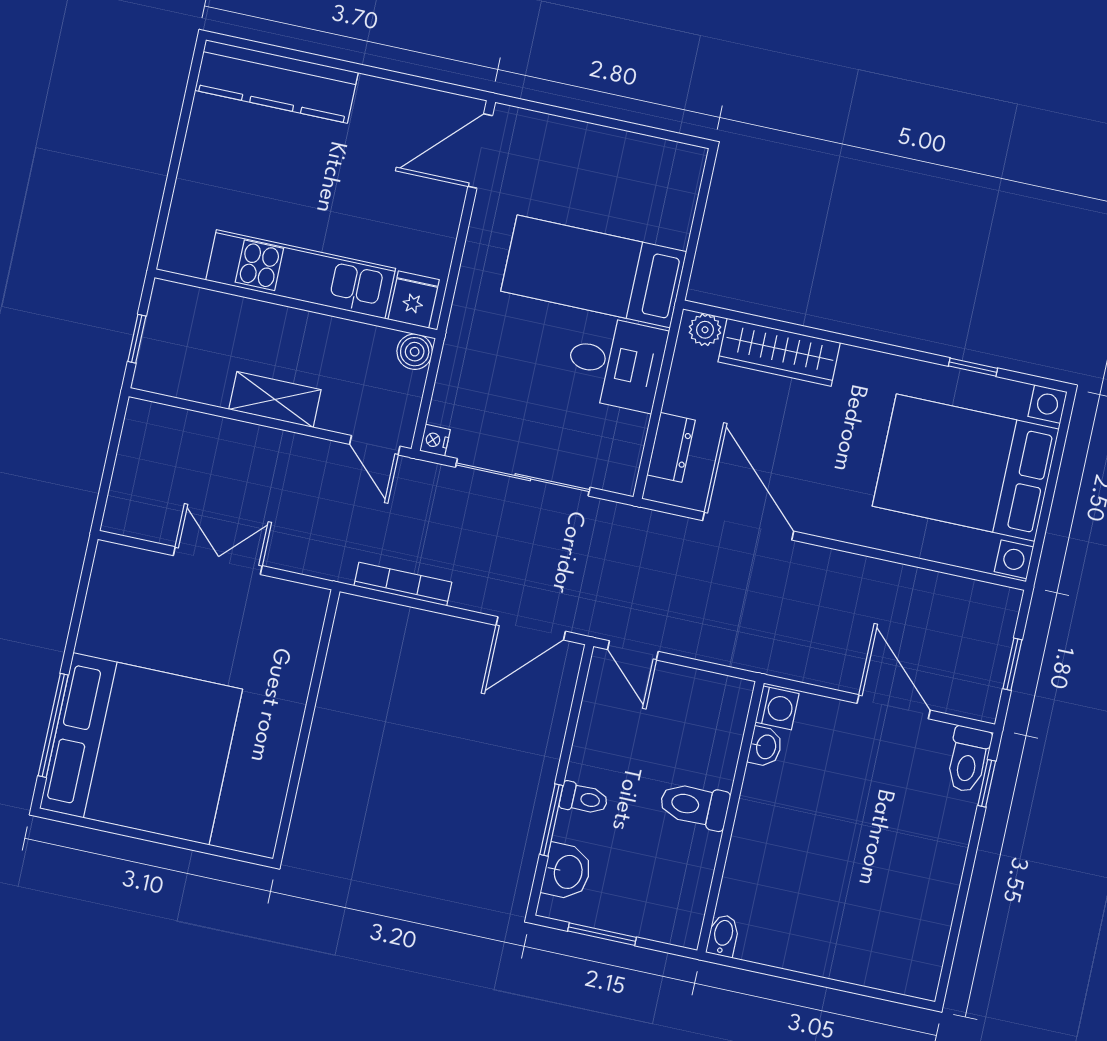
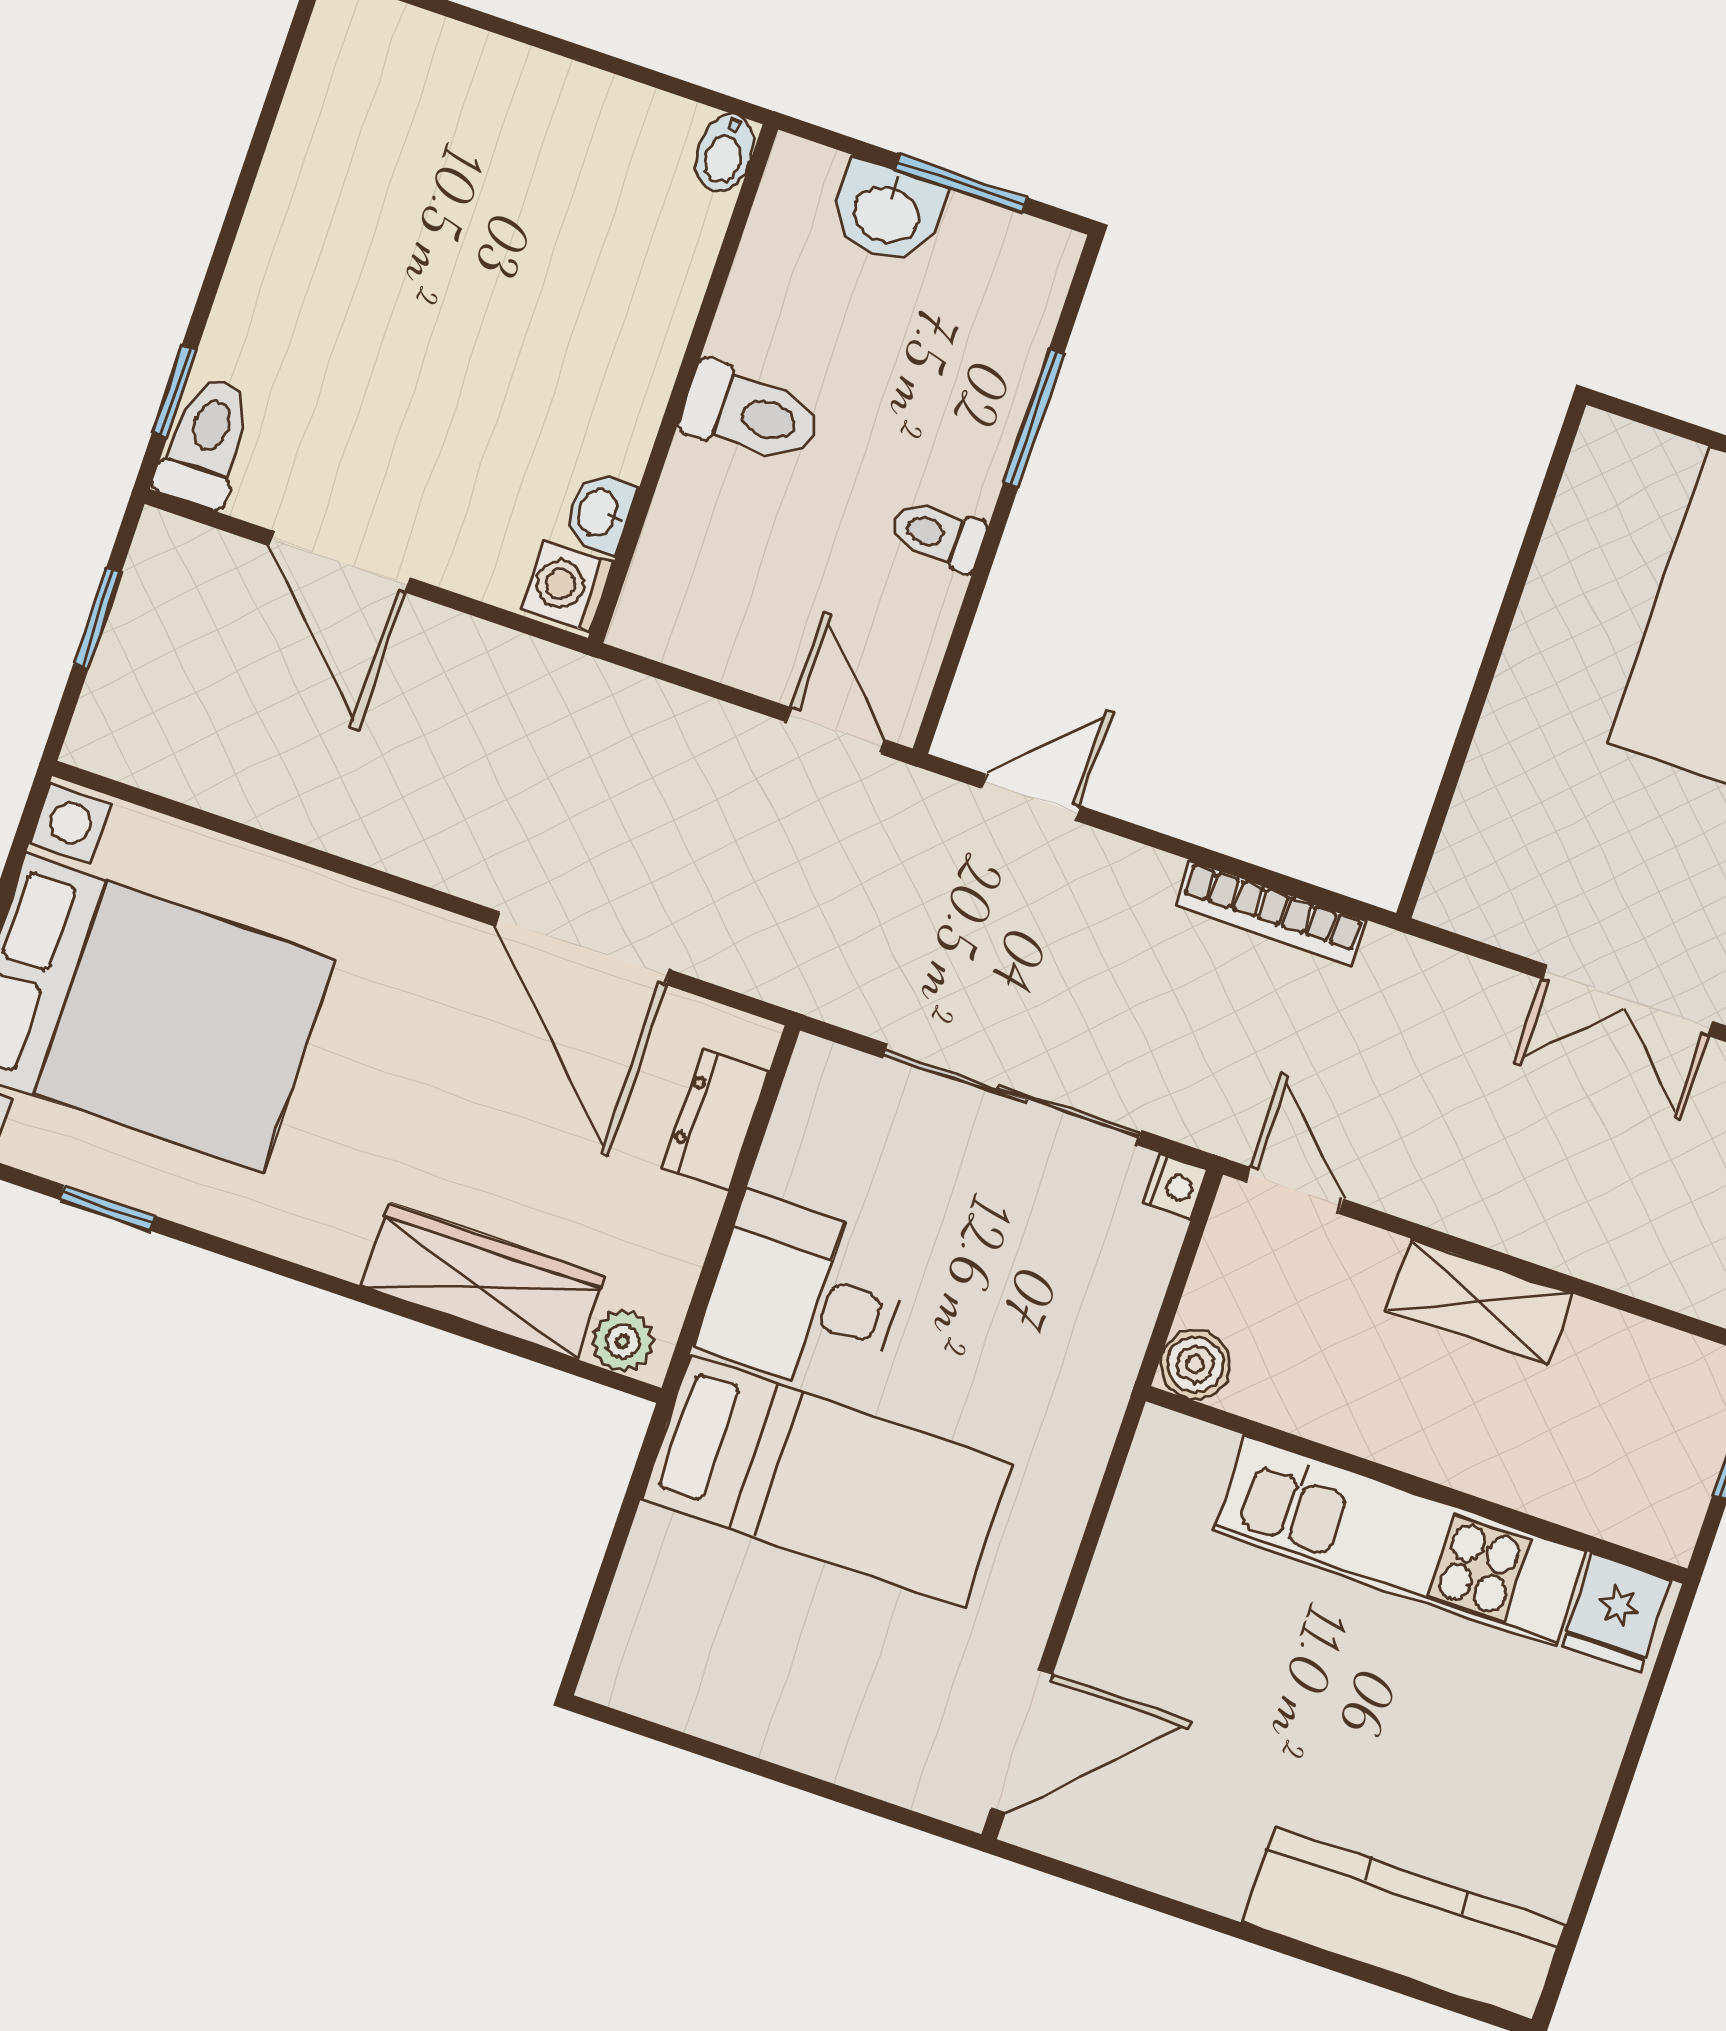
fridge: (414, 300) -> (1617, 1613), moved
door: (531, 628) -> (1031, 797), width x0.73
toilet: (584, 799) -> (937, 535), moved
washbasin: (567, 872) -> (887, 212), moved, turned -90

